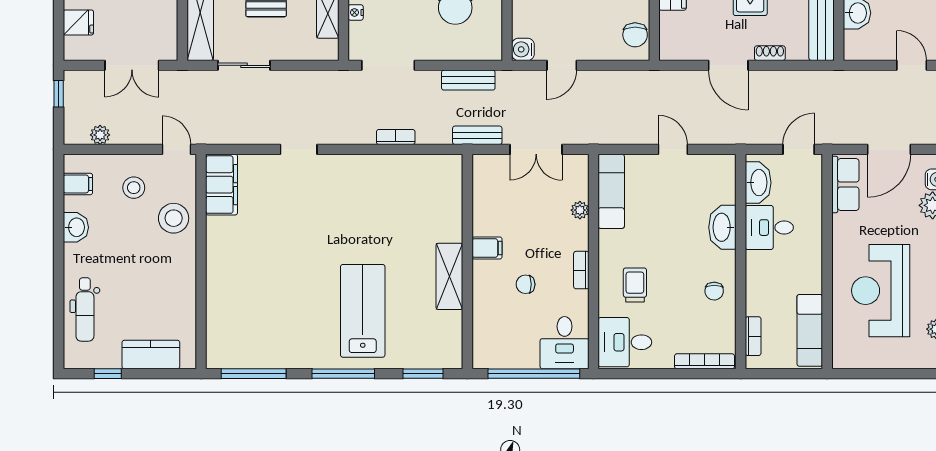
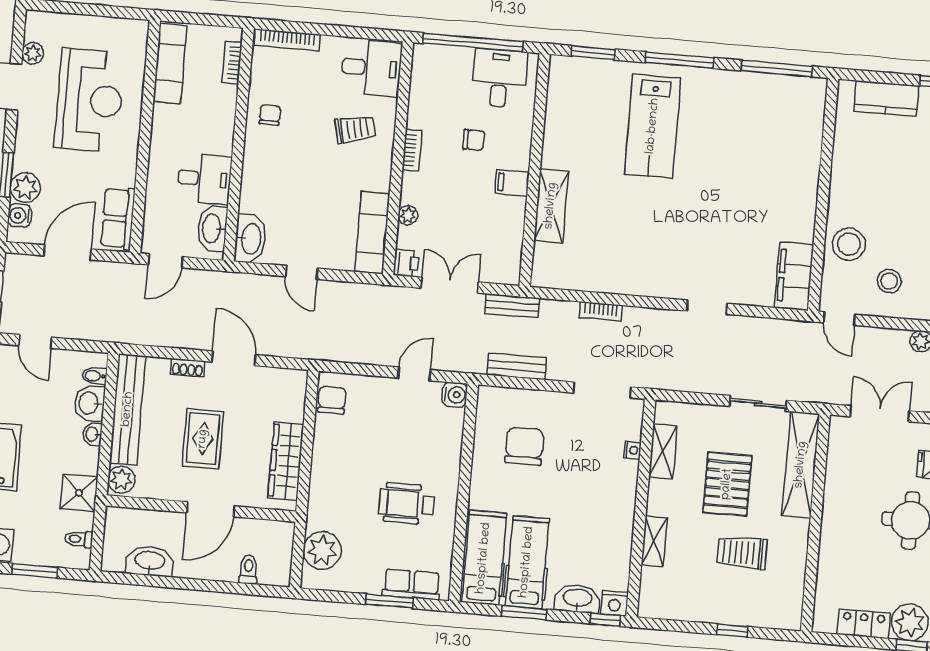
bidet: (854, 38) -> (95, 376), added
printer: (578, 166) -> (406, 263), added
washbasin: (722, 227) -> (250, 239), moved
shelving: (449, 276) -> (551, 206), moved
trolley: (635, 285) -> (355, 129), turned -103
desk: (565, 343) -> (499, 78), moved

